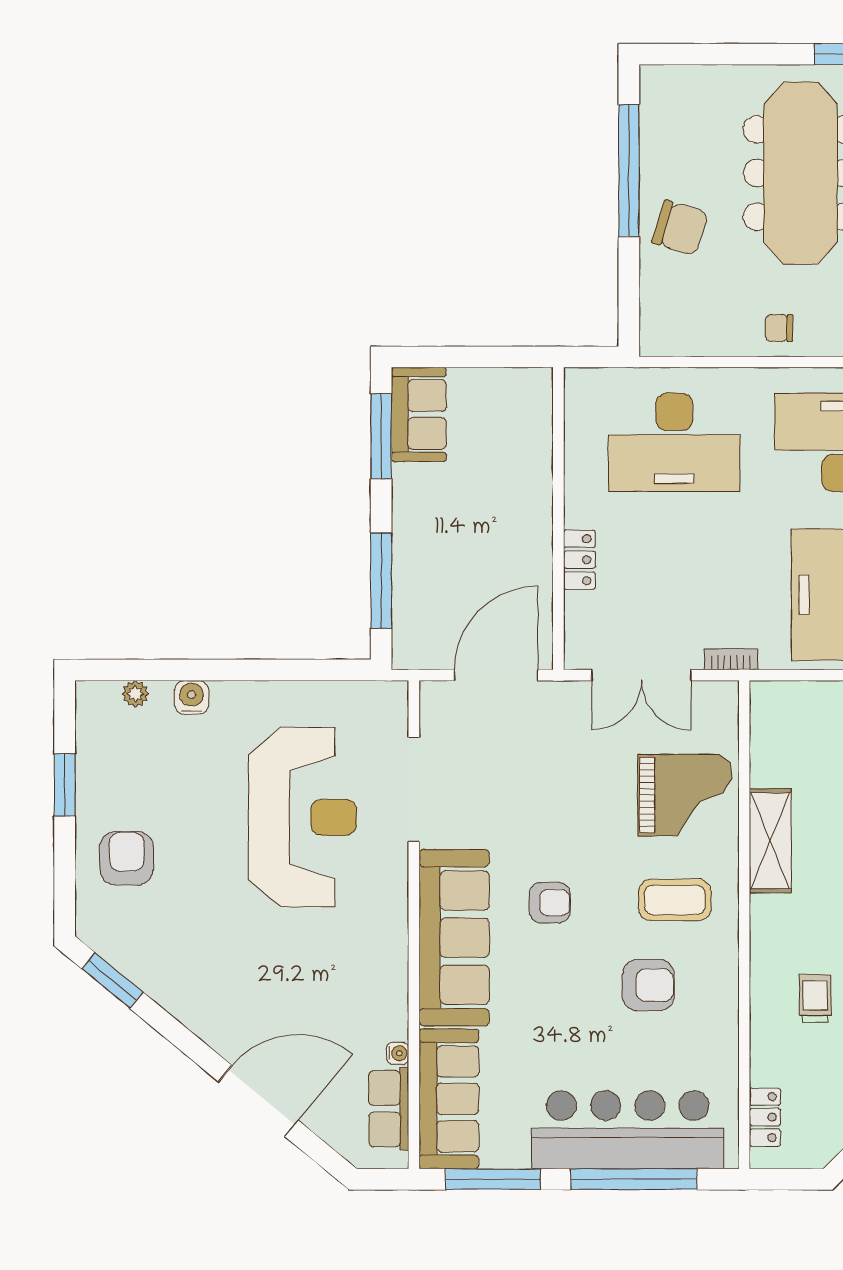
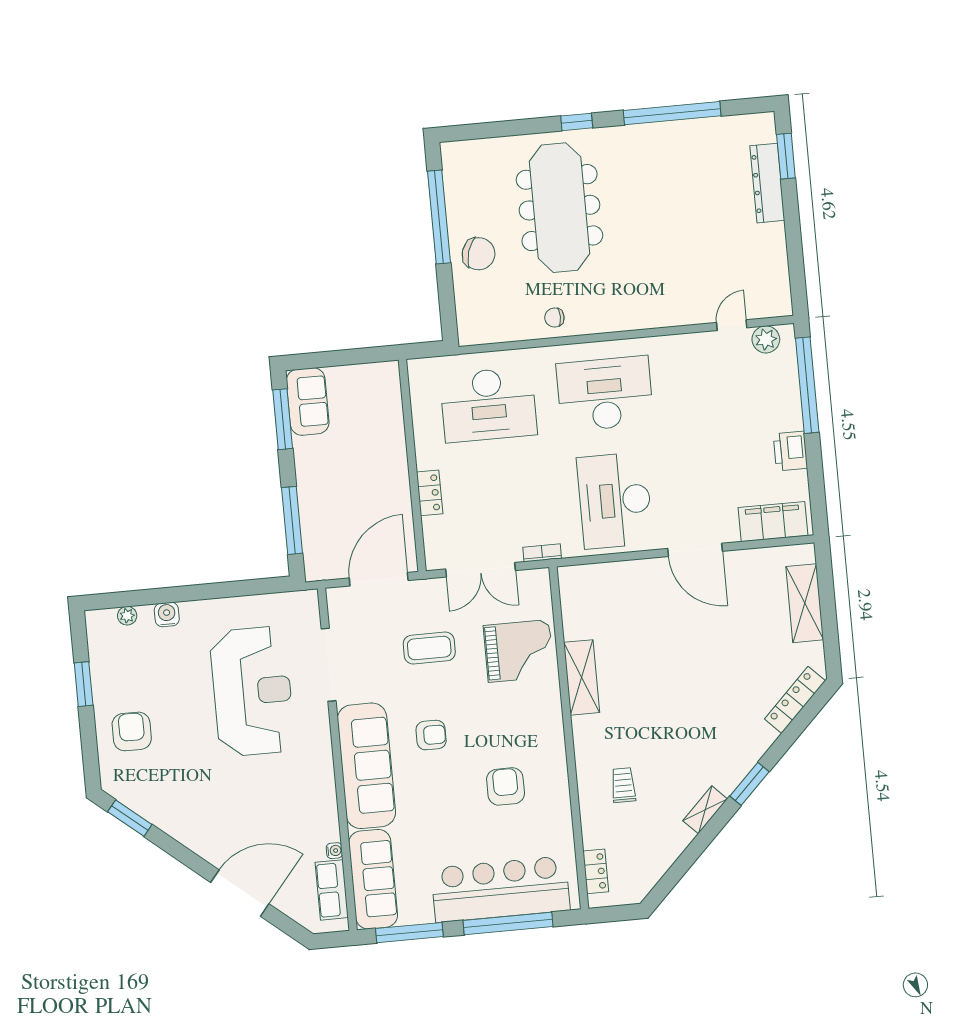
coffee table: (675, 900) -> (429, 648), moved
armchair: (648, 985) -> (506, 786), turned -90

